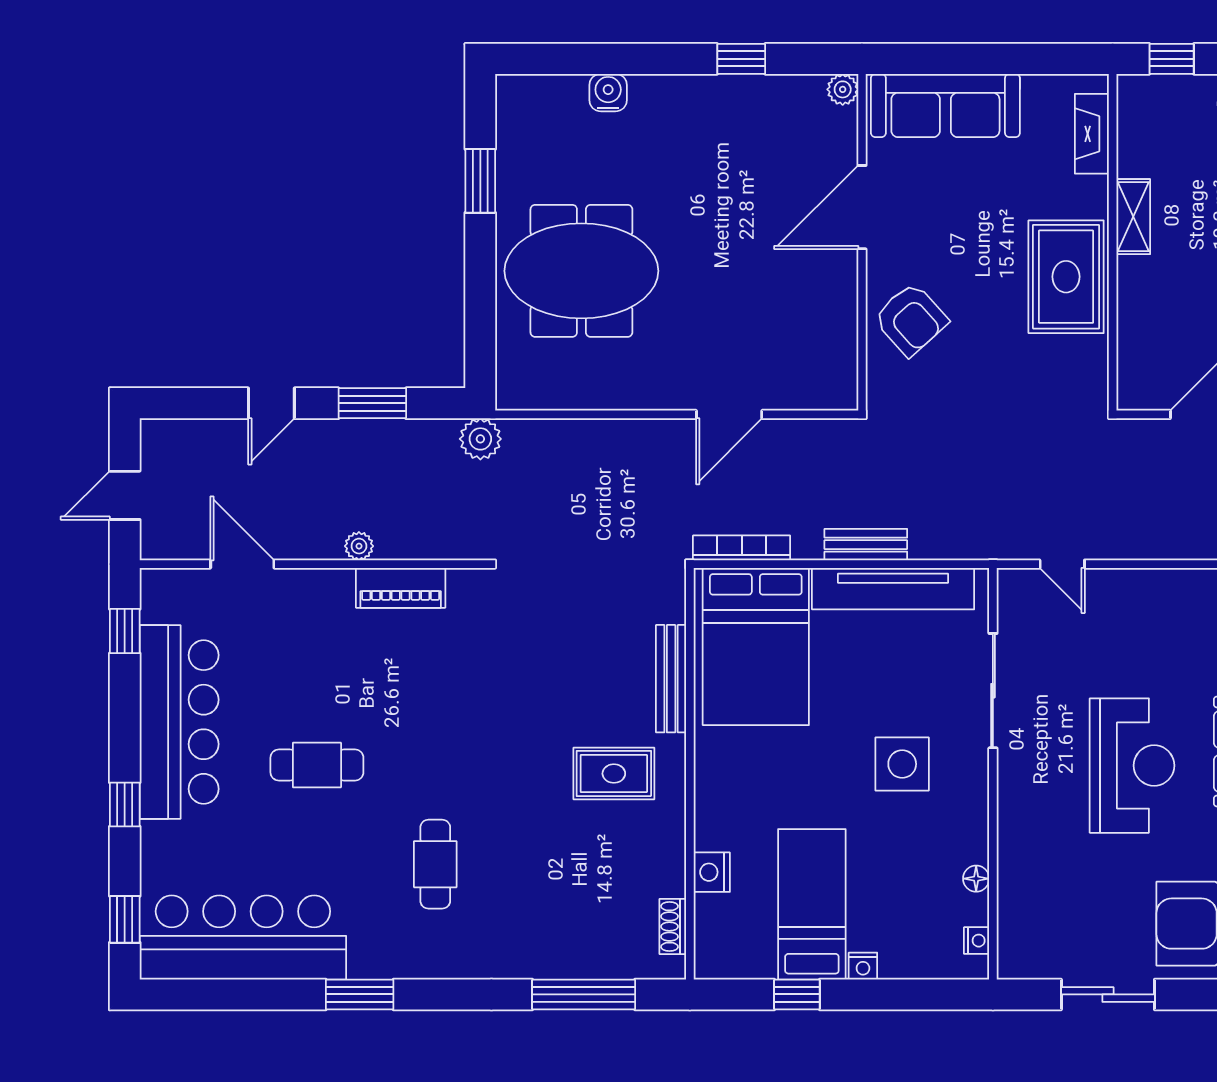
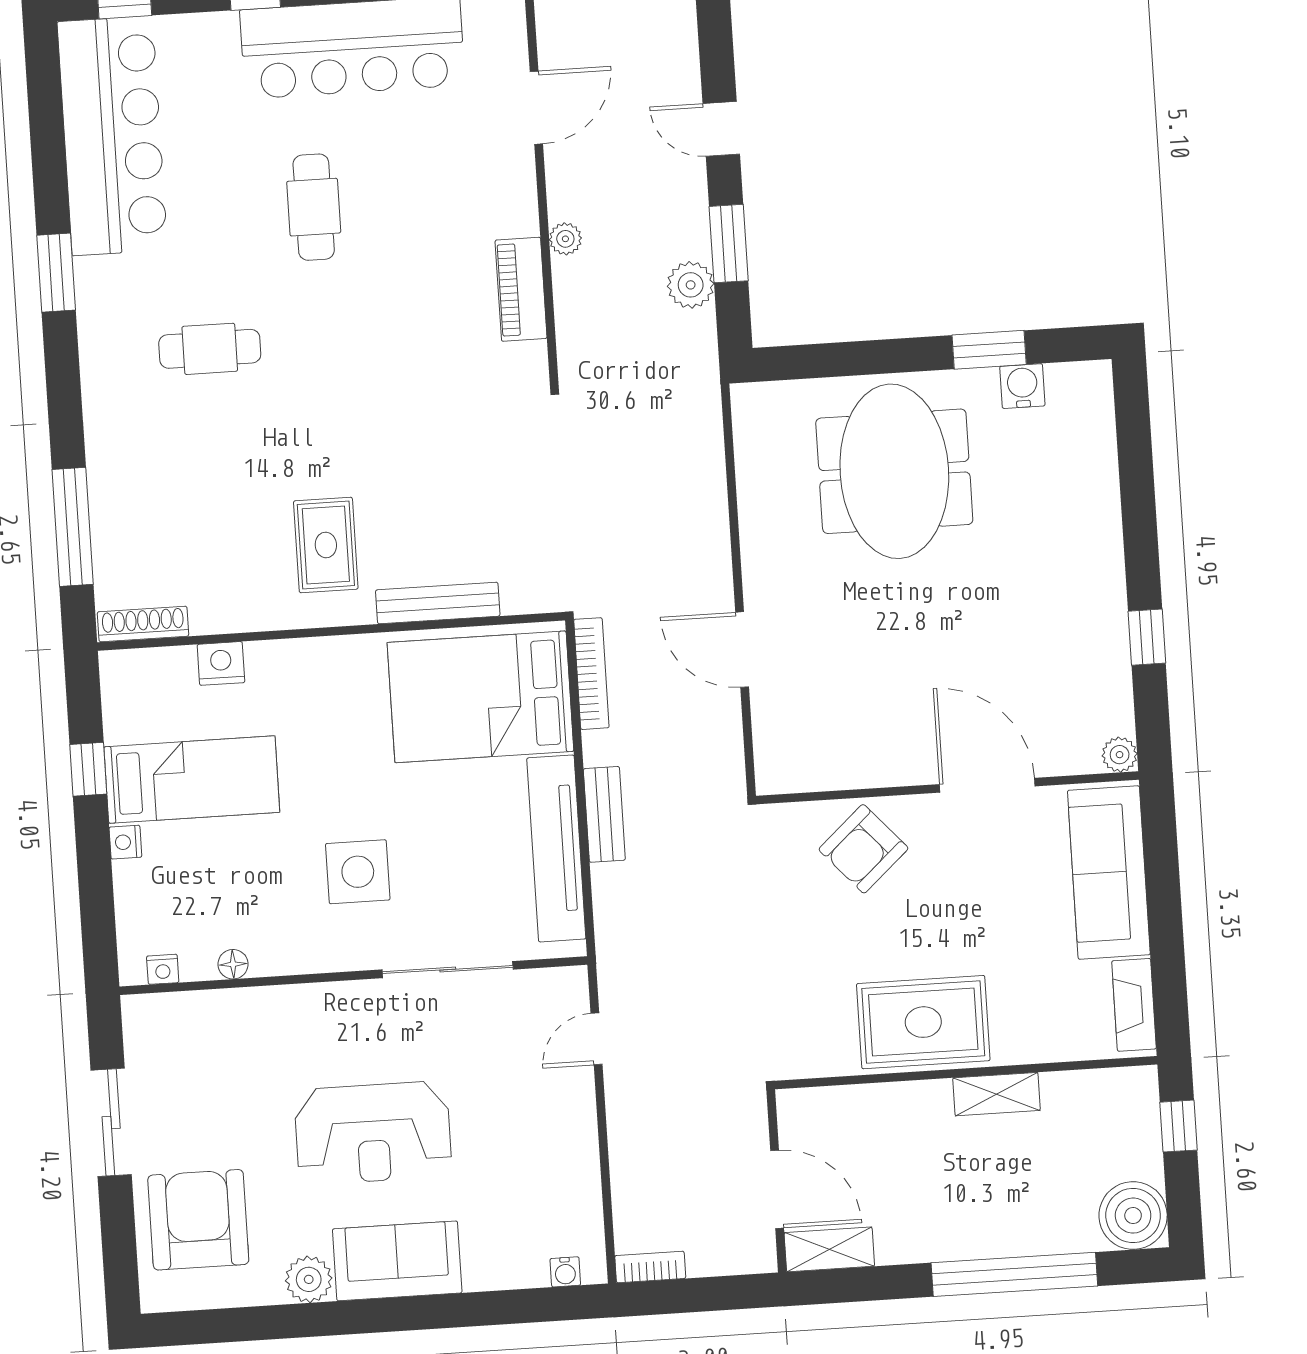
water cooler: (608, 93) -> (1022, 386), moved, turned -90
fireplace: (1092, 134) -> (1134, 1005), moved, turned -90
plant: (480, 439) -> (691, 285), moved
shoe rack: (673, 927) -> (143, 624), width x1.43

